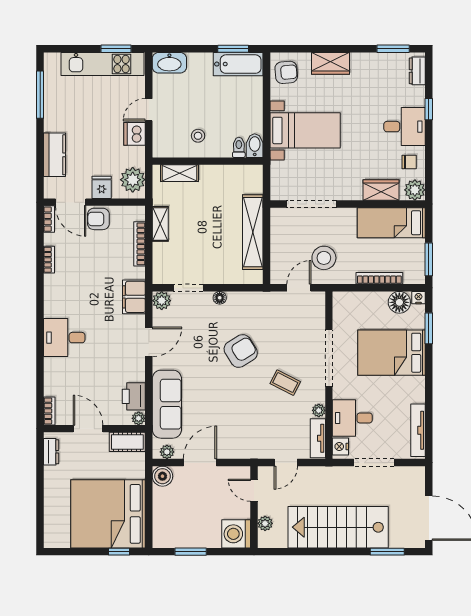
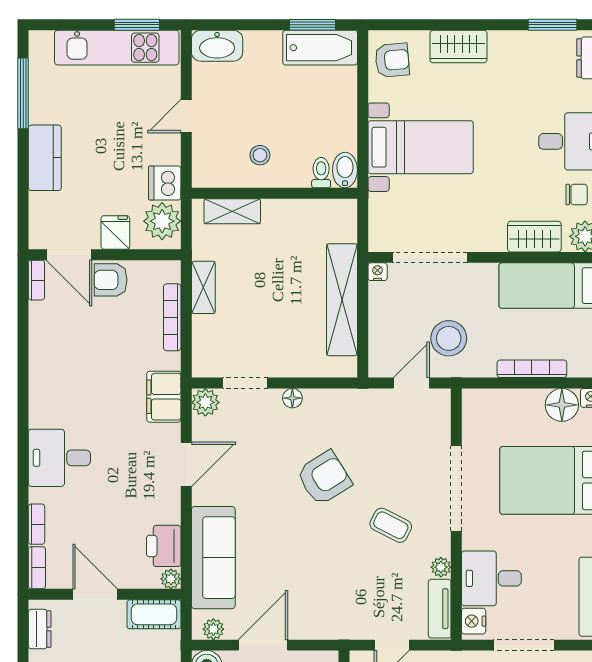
dishwasher: (135, 134) -> (165, 183), moved
kitchen counter: (55, 155) -> (45, 158), moved
nightstand: (276, 214) -> (378, 272), added
bookcase: (49, 260) -> (37, 524), moved

